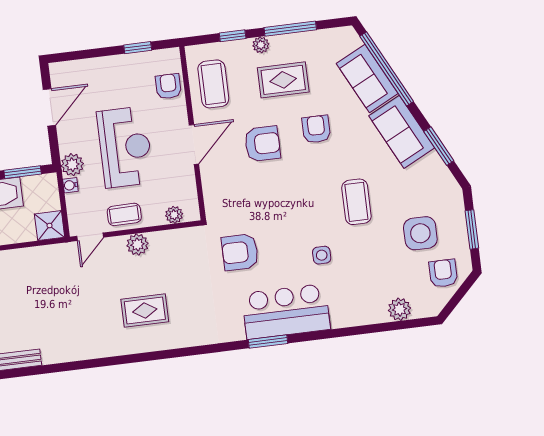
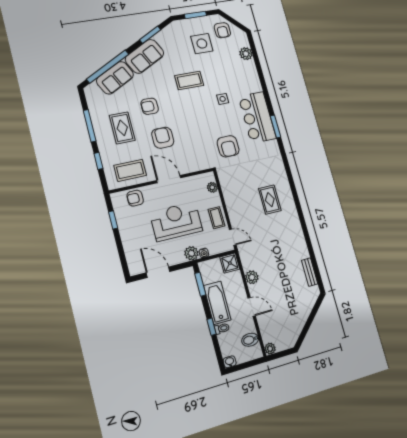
plant: (261, 45) -> (102, 143), removed
plant: (137, 244) -> (252, 277), moved
armchair: (443, 273) -> (222, 30), turned -90

